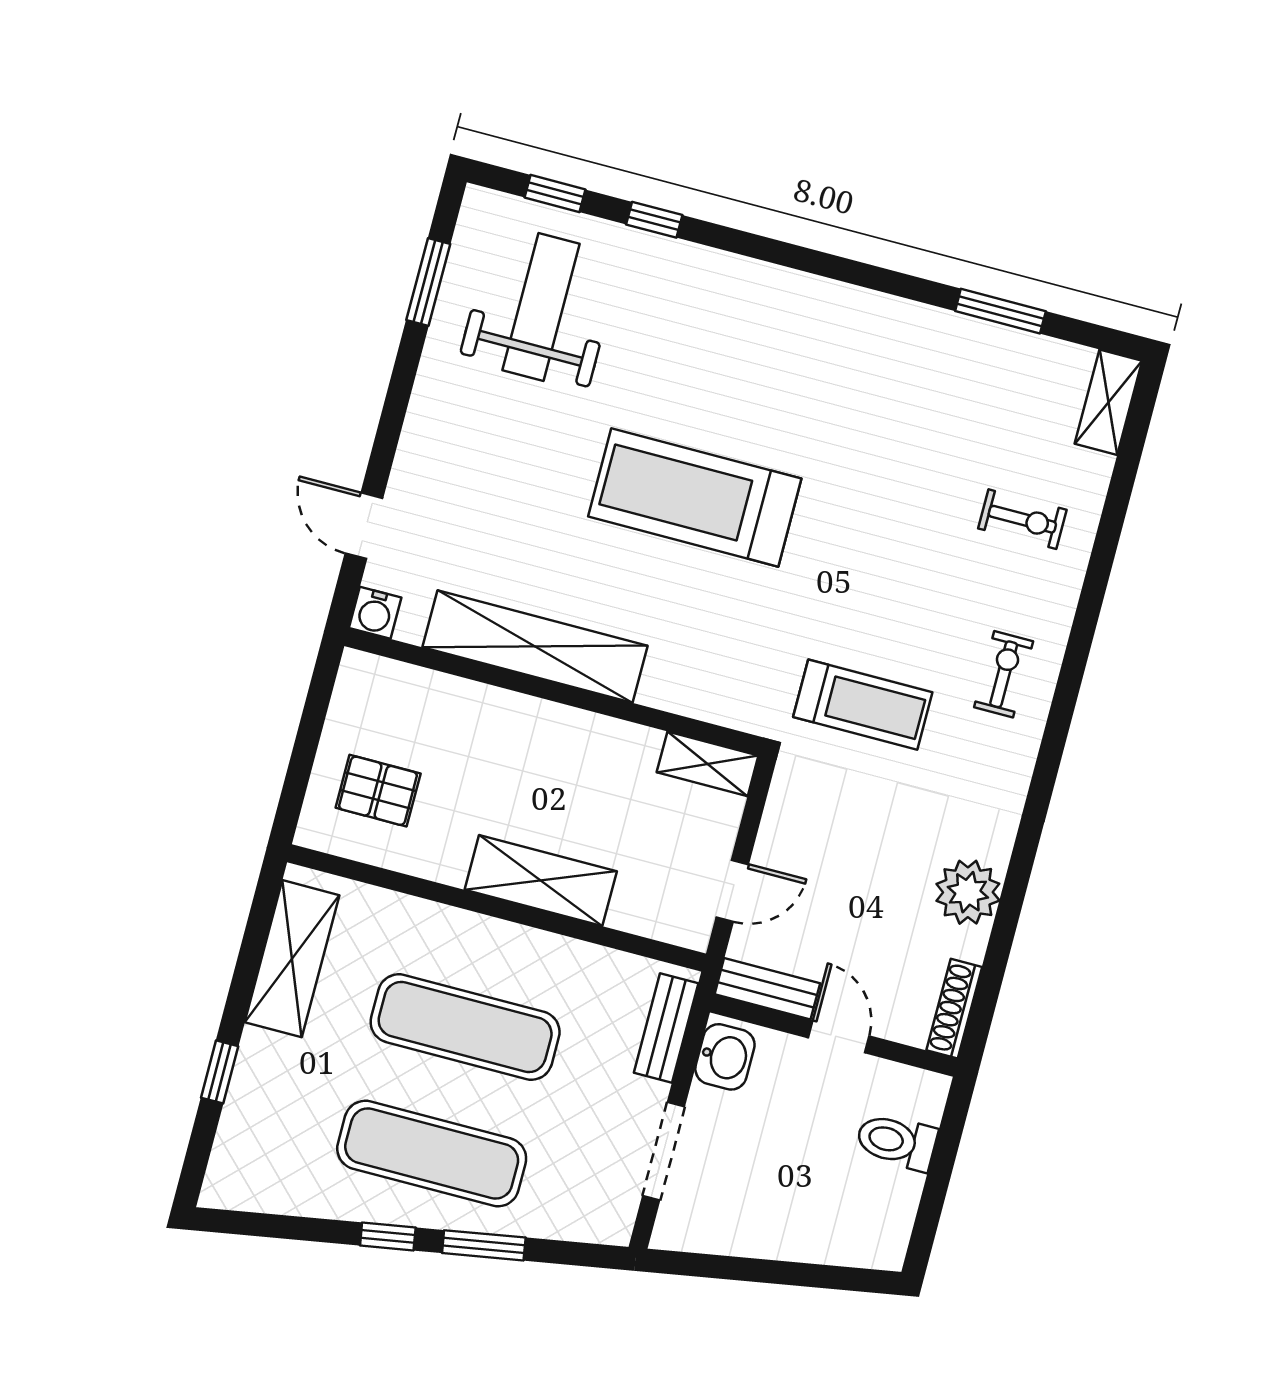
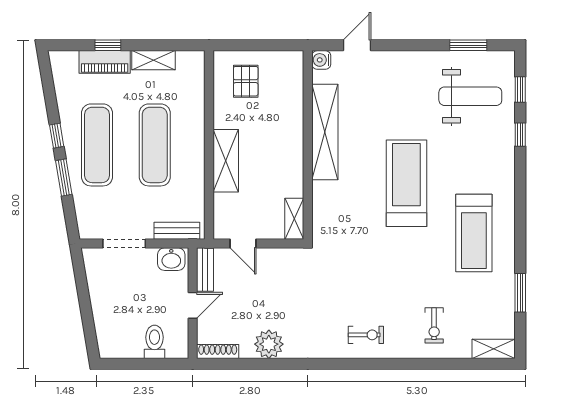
treadmill: (863, 705) -> (474, 233), moved, width x1.37, depth x1.38
shelving: (292, 959) -> (154, 60), width x0.67, depth x0.75
piano: (254, 1089) -> (105, 62), added

